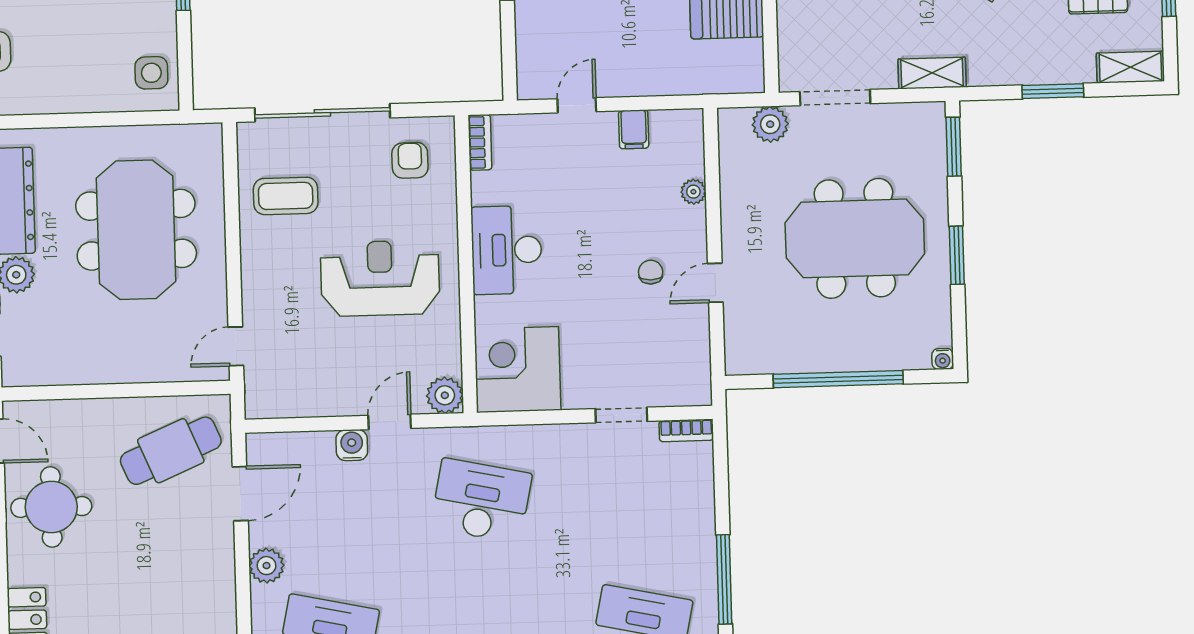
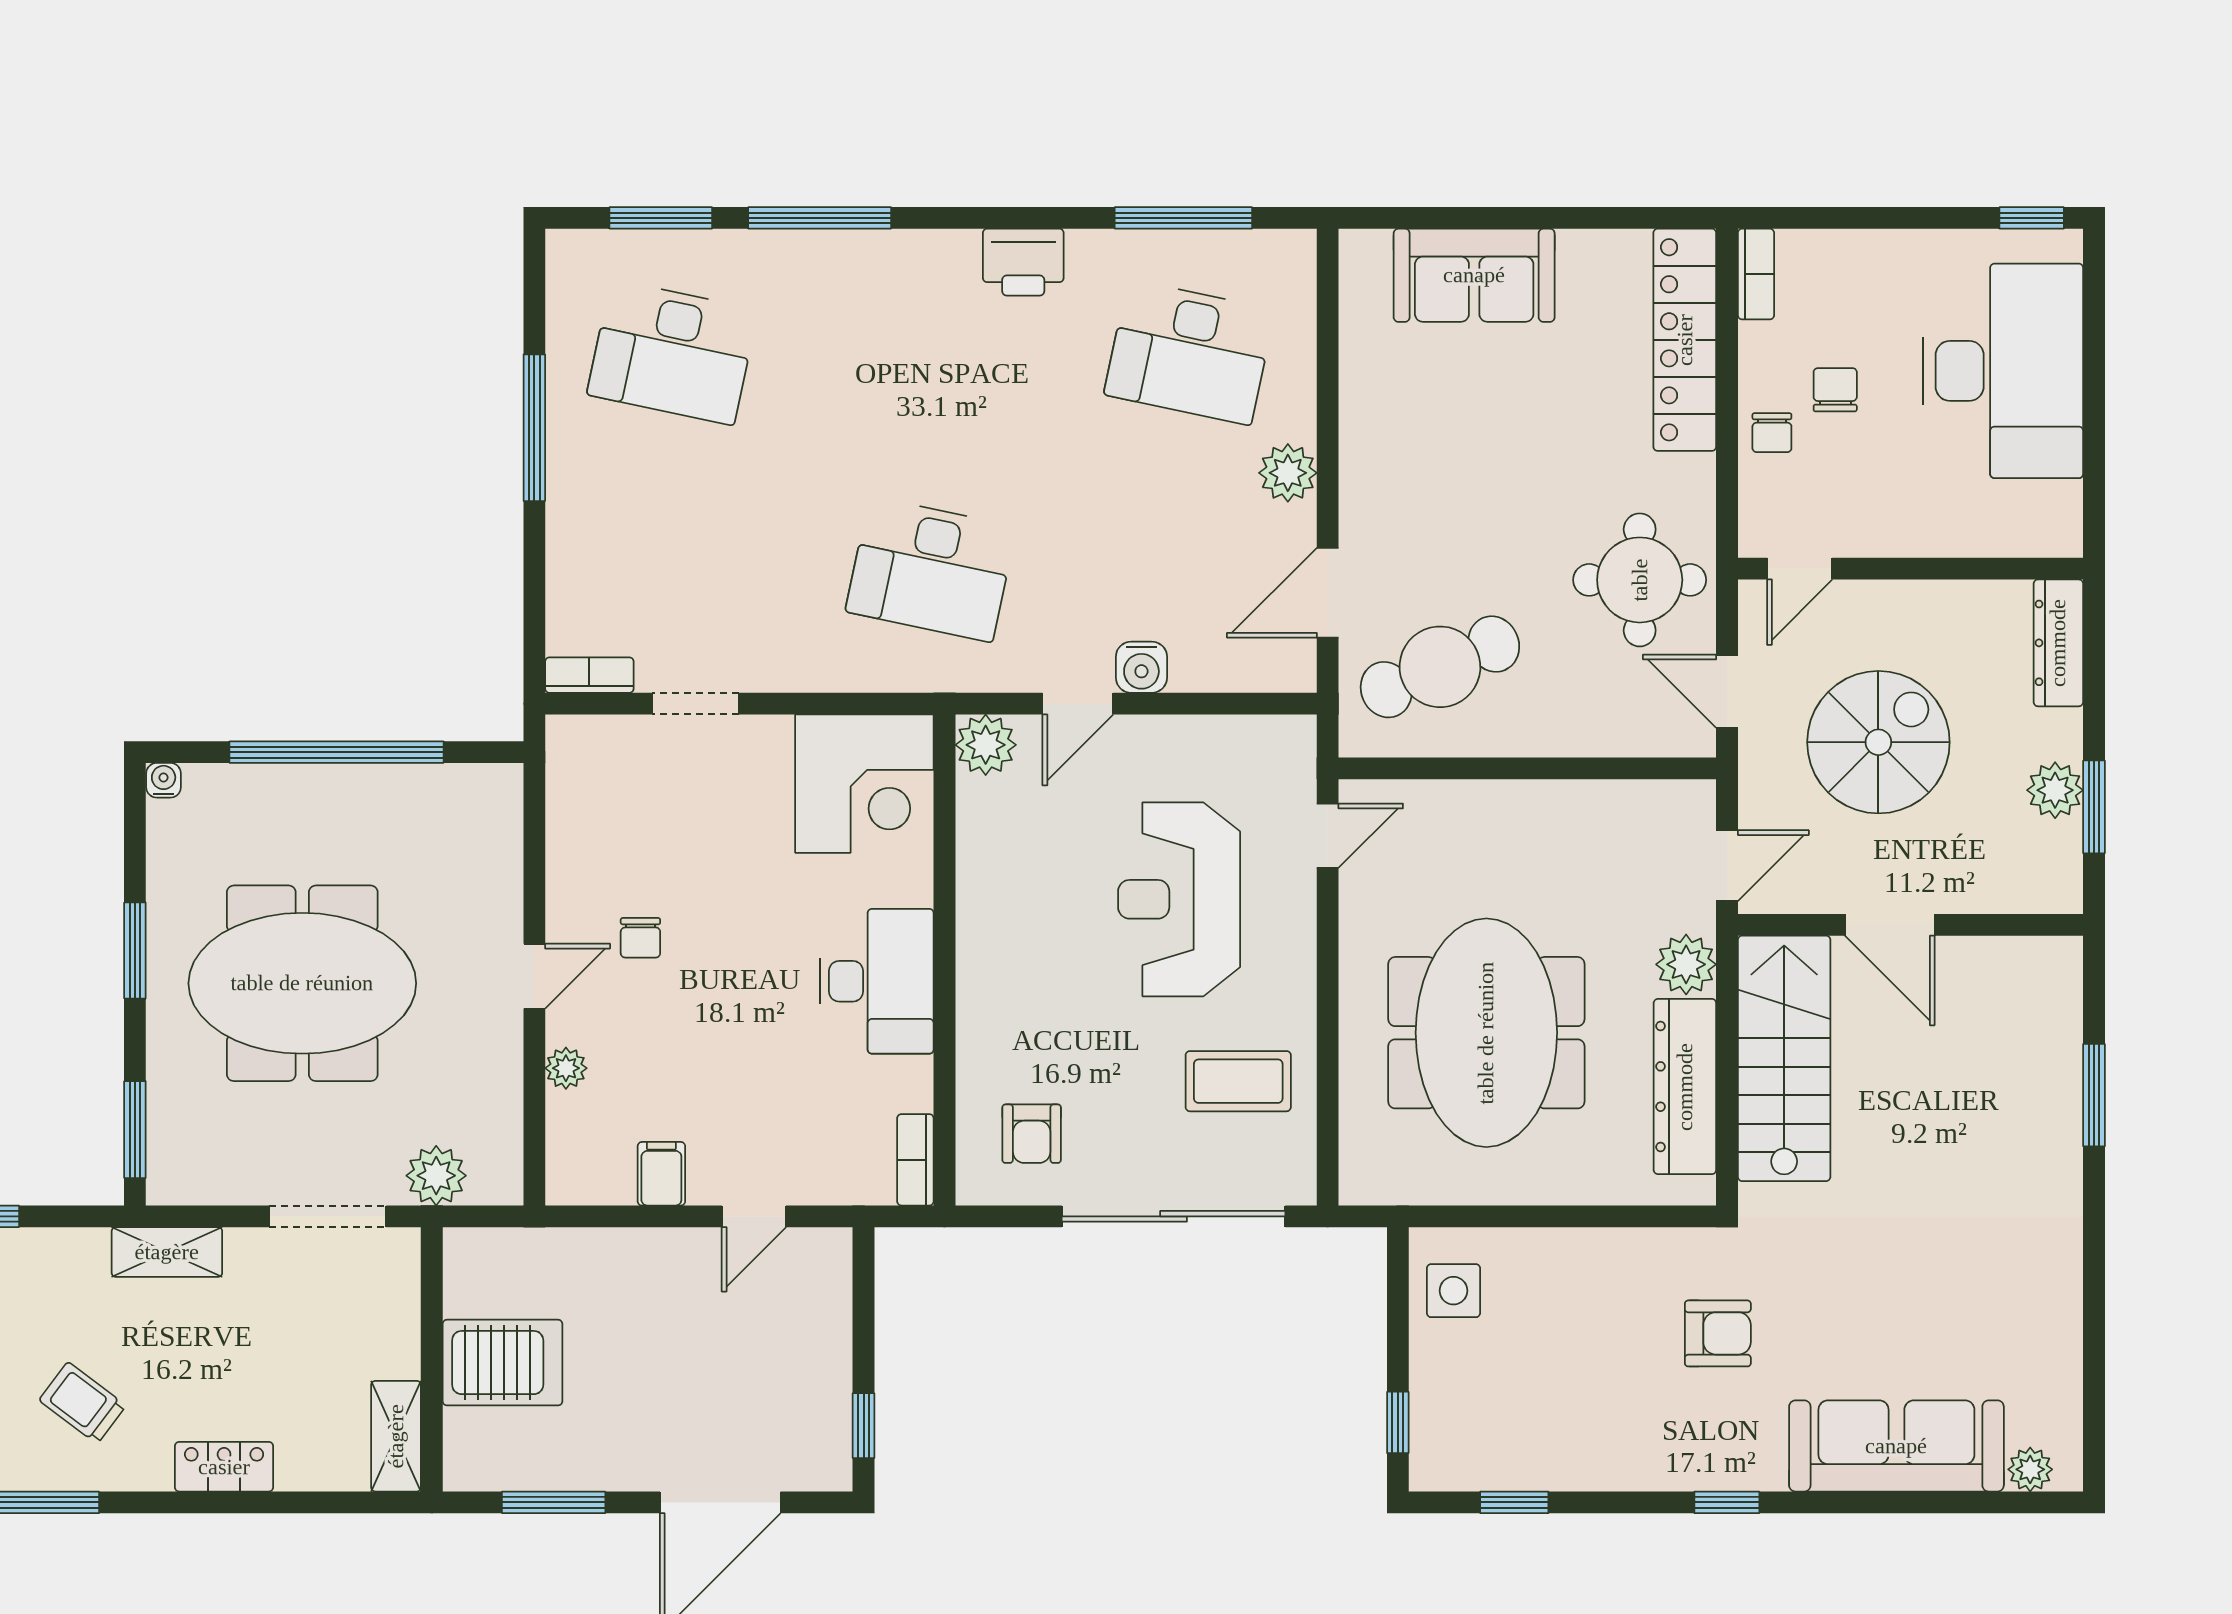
reception desk: (380, 278) -> (1179, 899), moved, turned 90
door: (715, 283) -> (534, 976), moved

